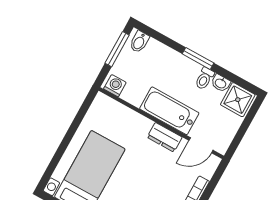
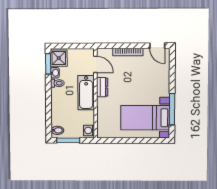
window: (198, 58) -> (48, 64), moved

